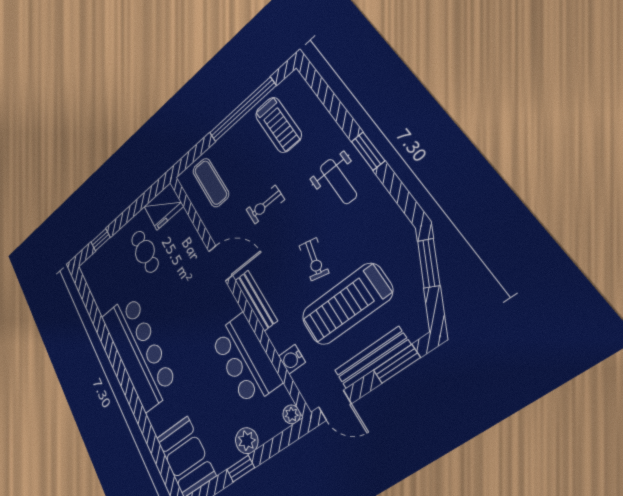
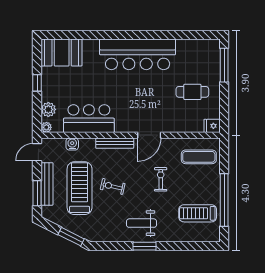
fridge: (164, 206) -> (212, 126), width x0.53, depth x0.75
window: (101, 240) -> (224, 65), width x2.17
plant: (247, 441) -> (48, 109), moved

